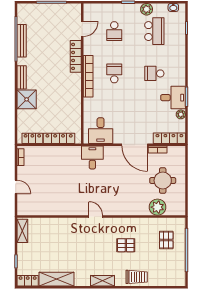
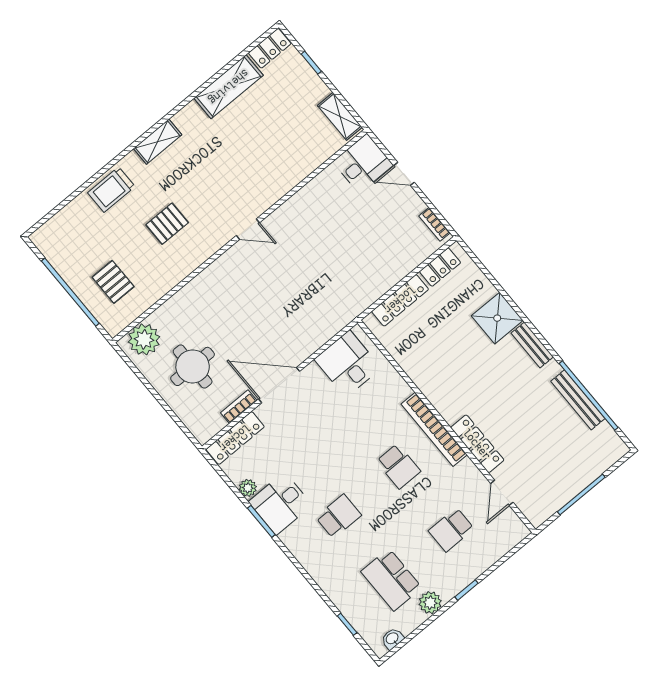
school desk: (114, 31) -> (451, 530), turned -90
desk: (92, 157) -> (363, 163), moved, turned -90
plant: (158, 207) -> (144, 339), moved

